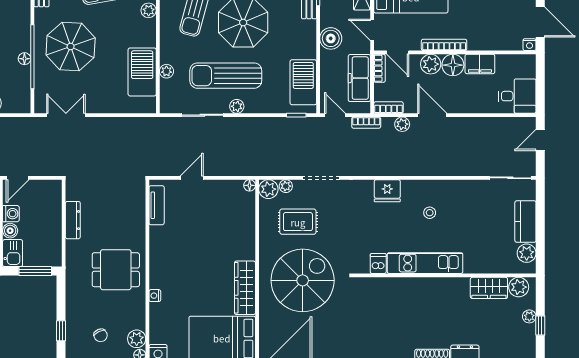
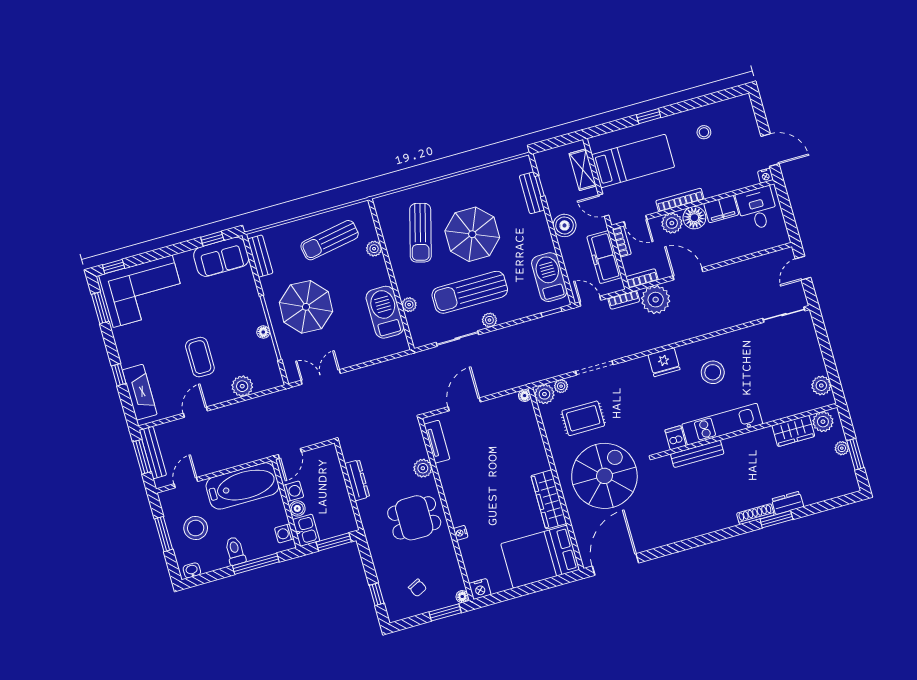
desk: (517, 96) -> (757, 208), moved, turned -90
plant: (402, 124) -> (656, 300), width x1.87, depth x1.87
door: (192, 178) -> (464, 404), width x1.38
stool: (430, 213) -> (713, 372), width x1.89, depth x1.89
kitchen counter: (525, 221) -> (811, 354), removed
bench: (394, 284) -> (697, 454), added
window: (540, 326) -> (855, 454), width x1.50
plant: (137, 339) -> (423, 468), moved

